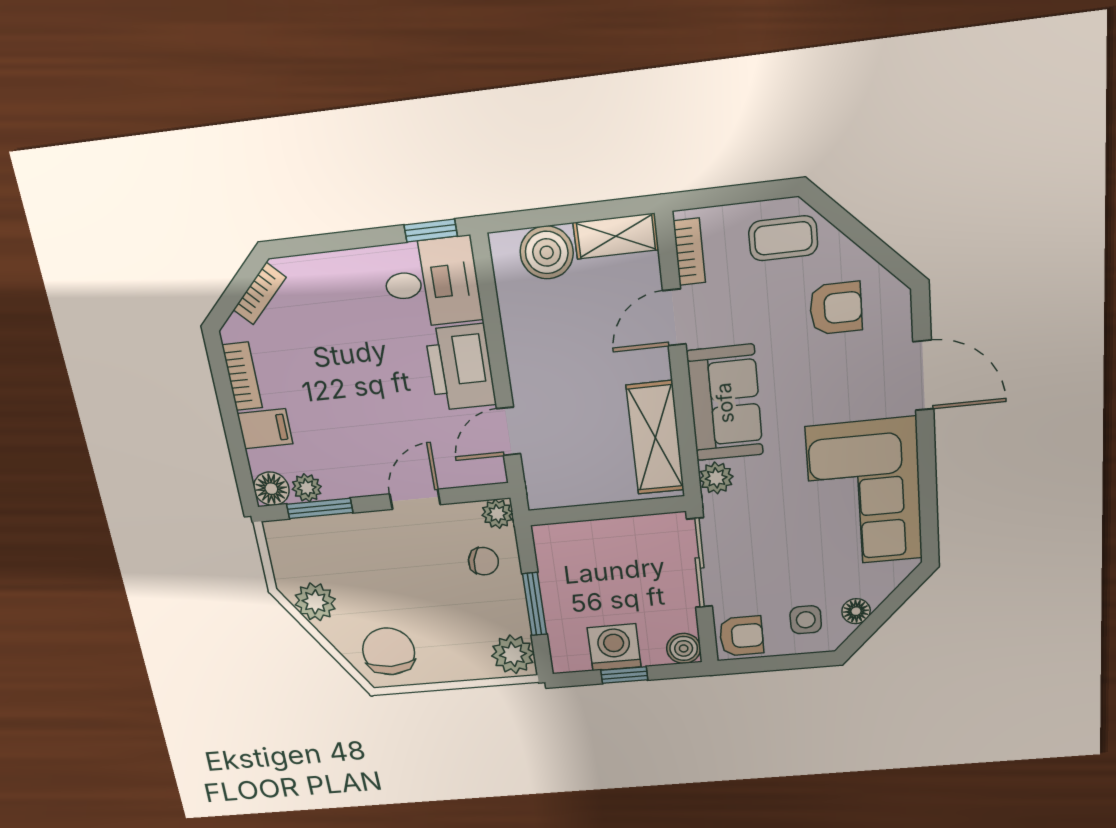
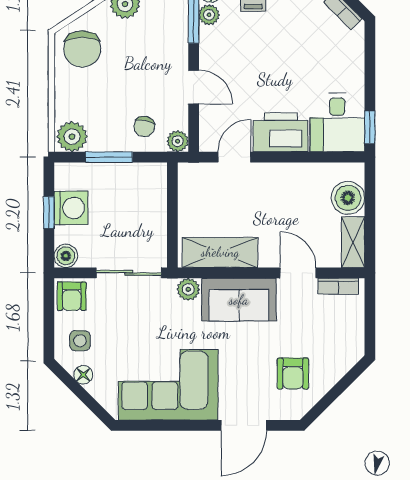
coffee table: (783, 238) -> (340, 344), removed
door: (509, 431) -> (234, 157), hinge flipped
chair: (389, 651) -> (82, 49), turned 90

